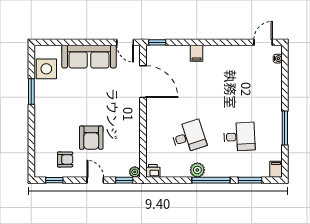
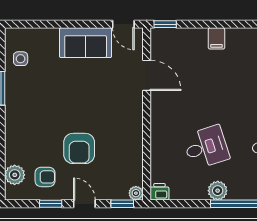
sofa: (89, 57) -> (86, 43), width x0.73
side table: (46, 69) -> (21, 59), width x0.54, depth x0.54
door: (143, 82) -> (147, 75), width x0.73
plant: (42, 158) -> (15, 175), added
window: (54, 180) -> (51, 204), moved

